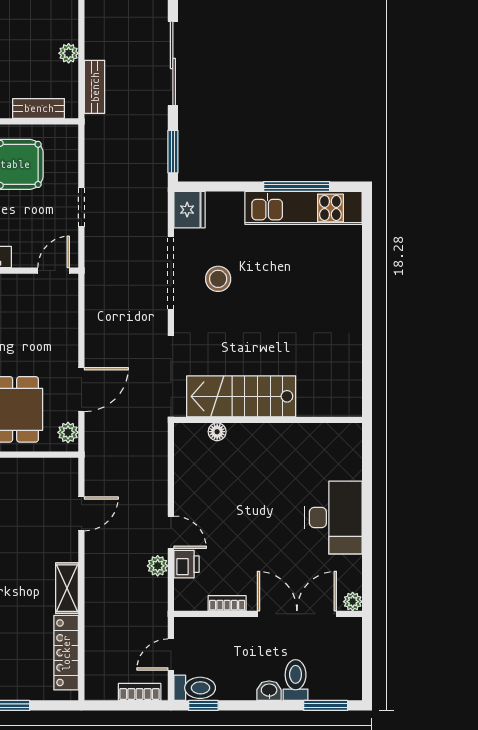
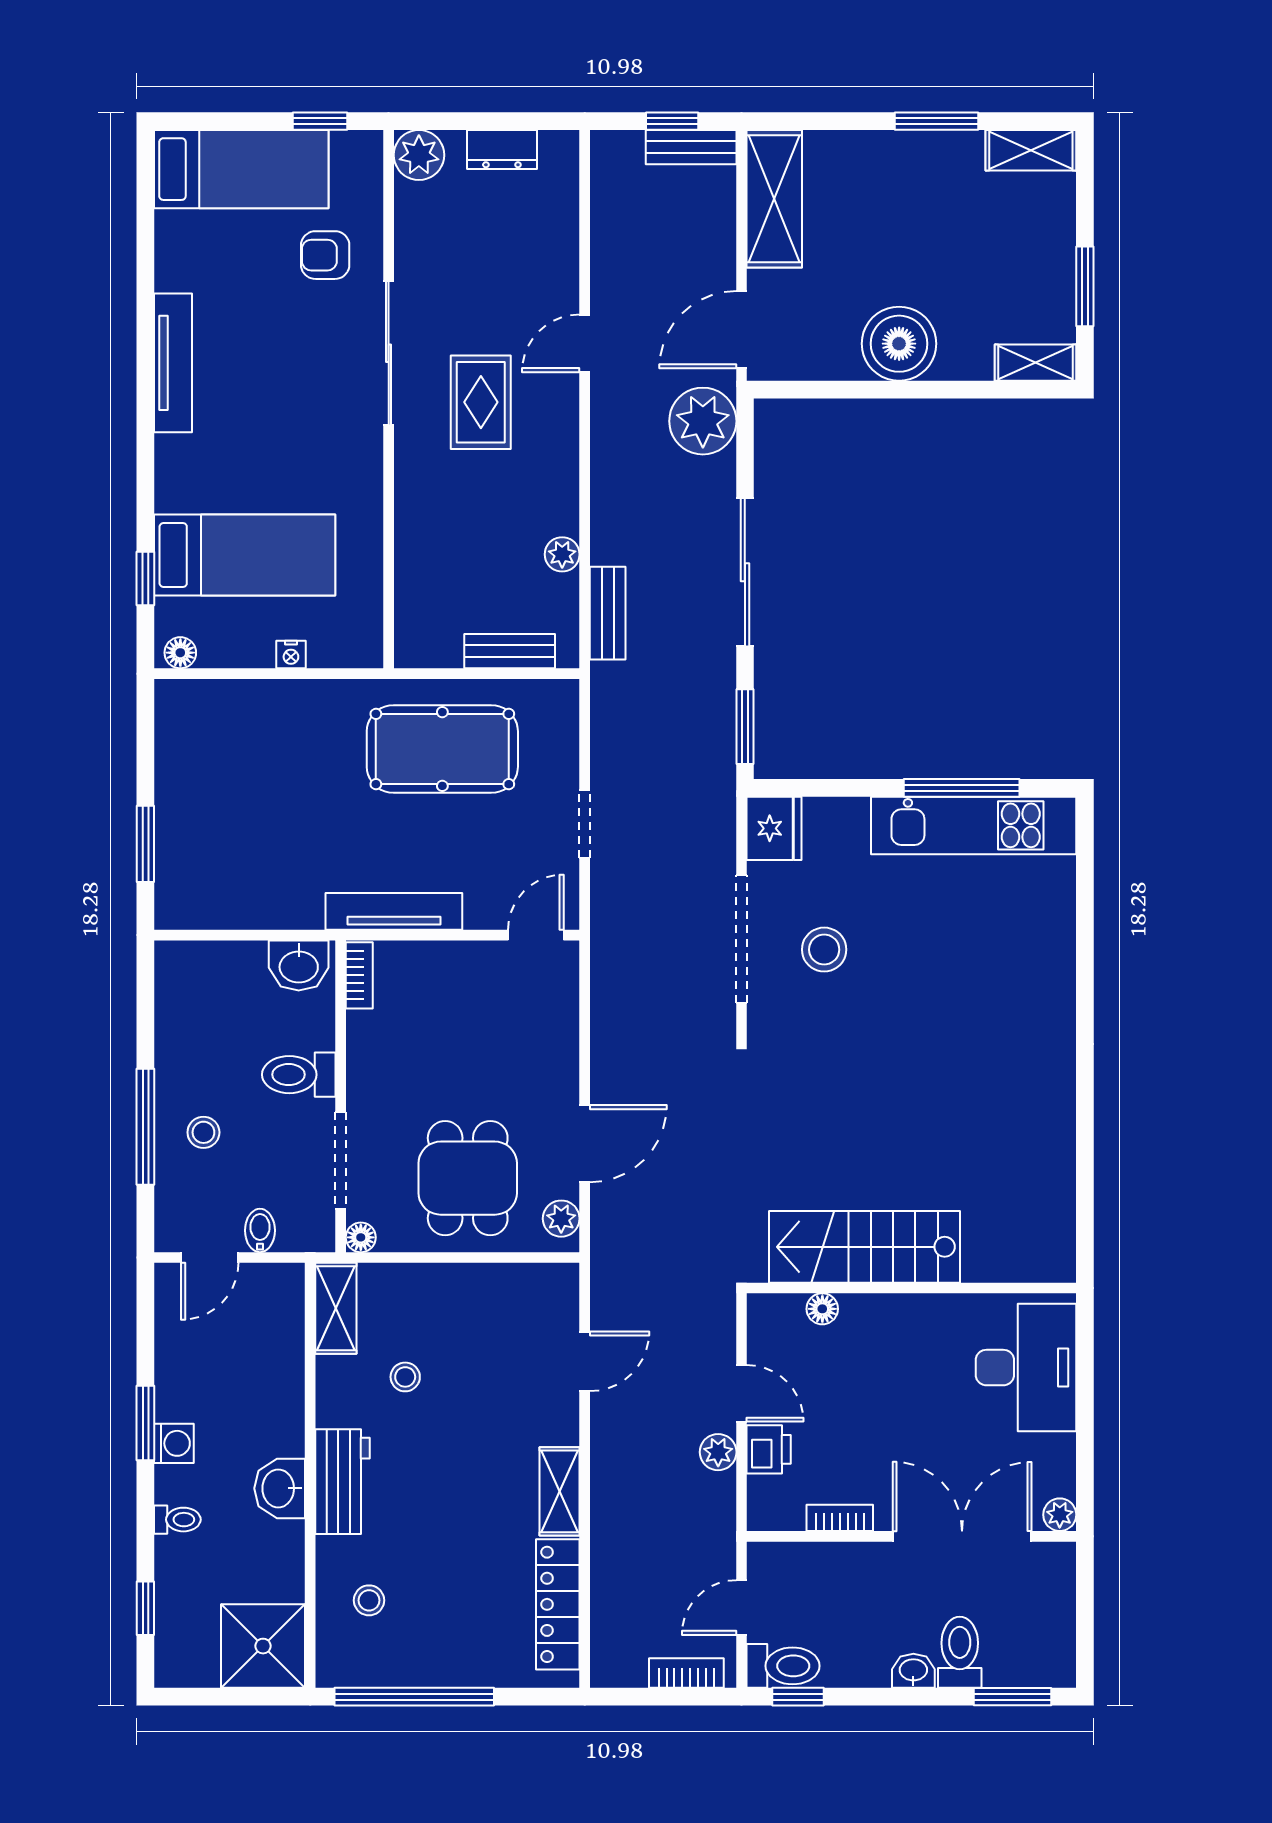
stairs: (241, 396) -> (865, 1247), moved
wall: (268, 420) -> (911, 1288), moved
floor lamp: (217, 432) -> (822, 1309), moved

